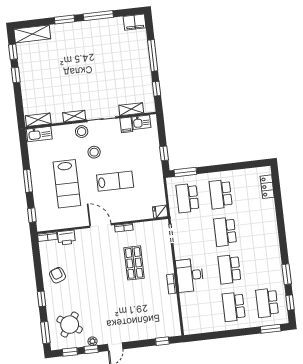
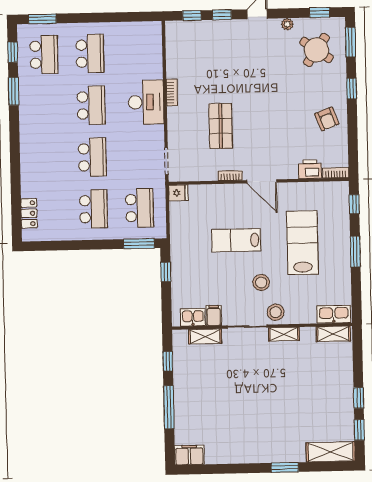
window: (98, 16) -> (238, 468), removed
window: (91, 349) -> (222, 15), moved

